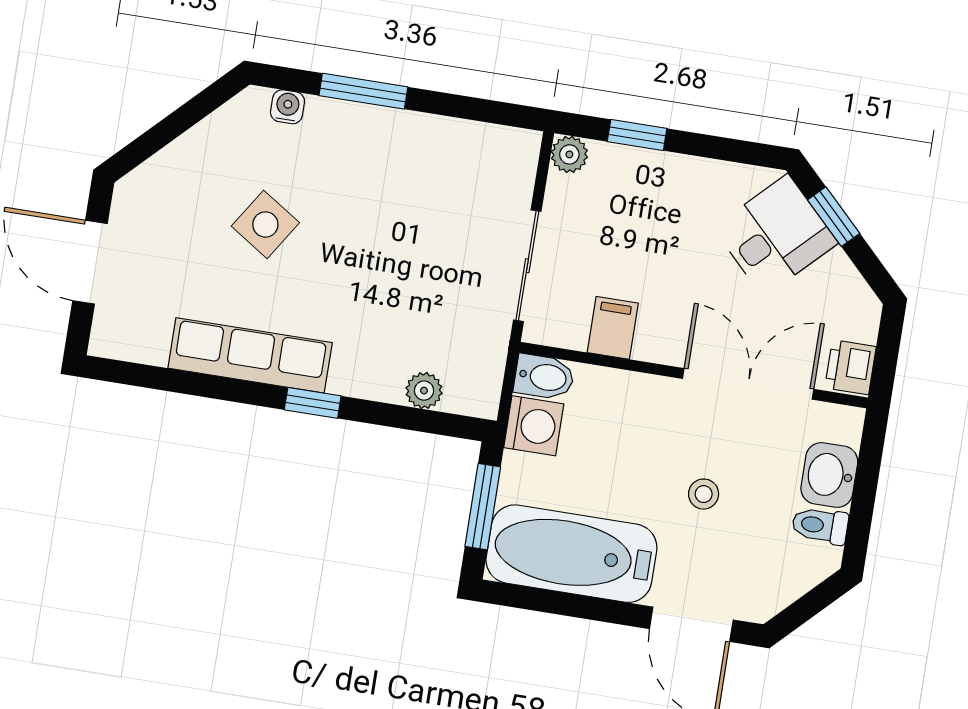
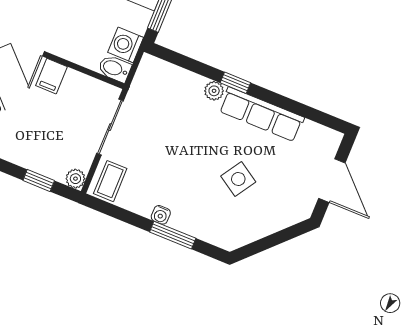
water cooler: (287, 107) -> (161, 215), moved
coffee table: (504, 165) -> (110, 181), added
filing cabinet: (613, 328) -> (52, 76), moved
plant: (424, 391) -> (214, 91), moved

